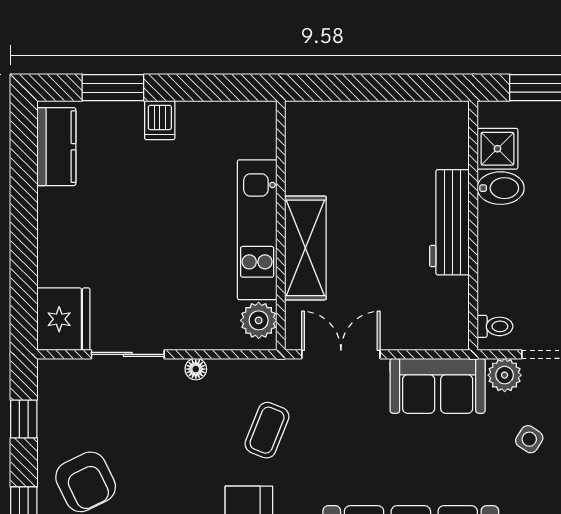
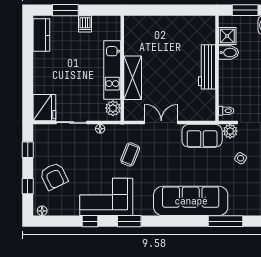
wall: (281, 226) -> (122, 68), moved
kitchen unit: (257, 230) -> (112, 70), moved
shelving: (305, 248) -> (133, 78), moved
plant: (259, 320) -> (113, 108), moved

